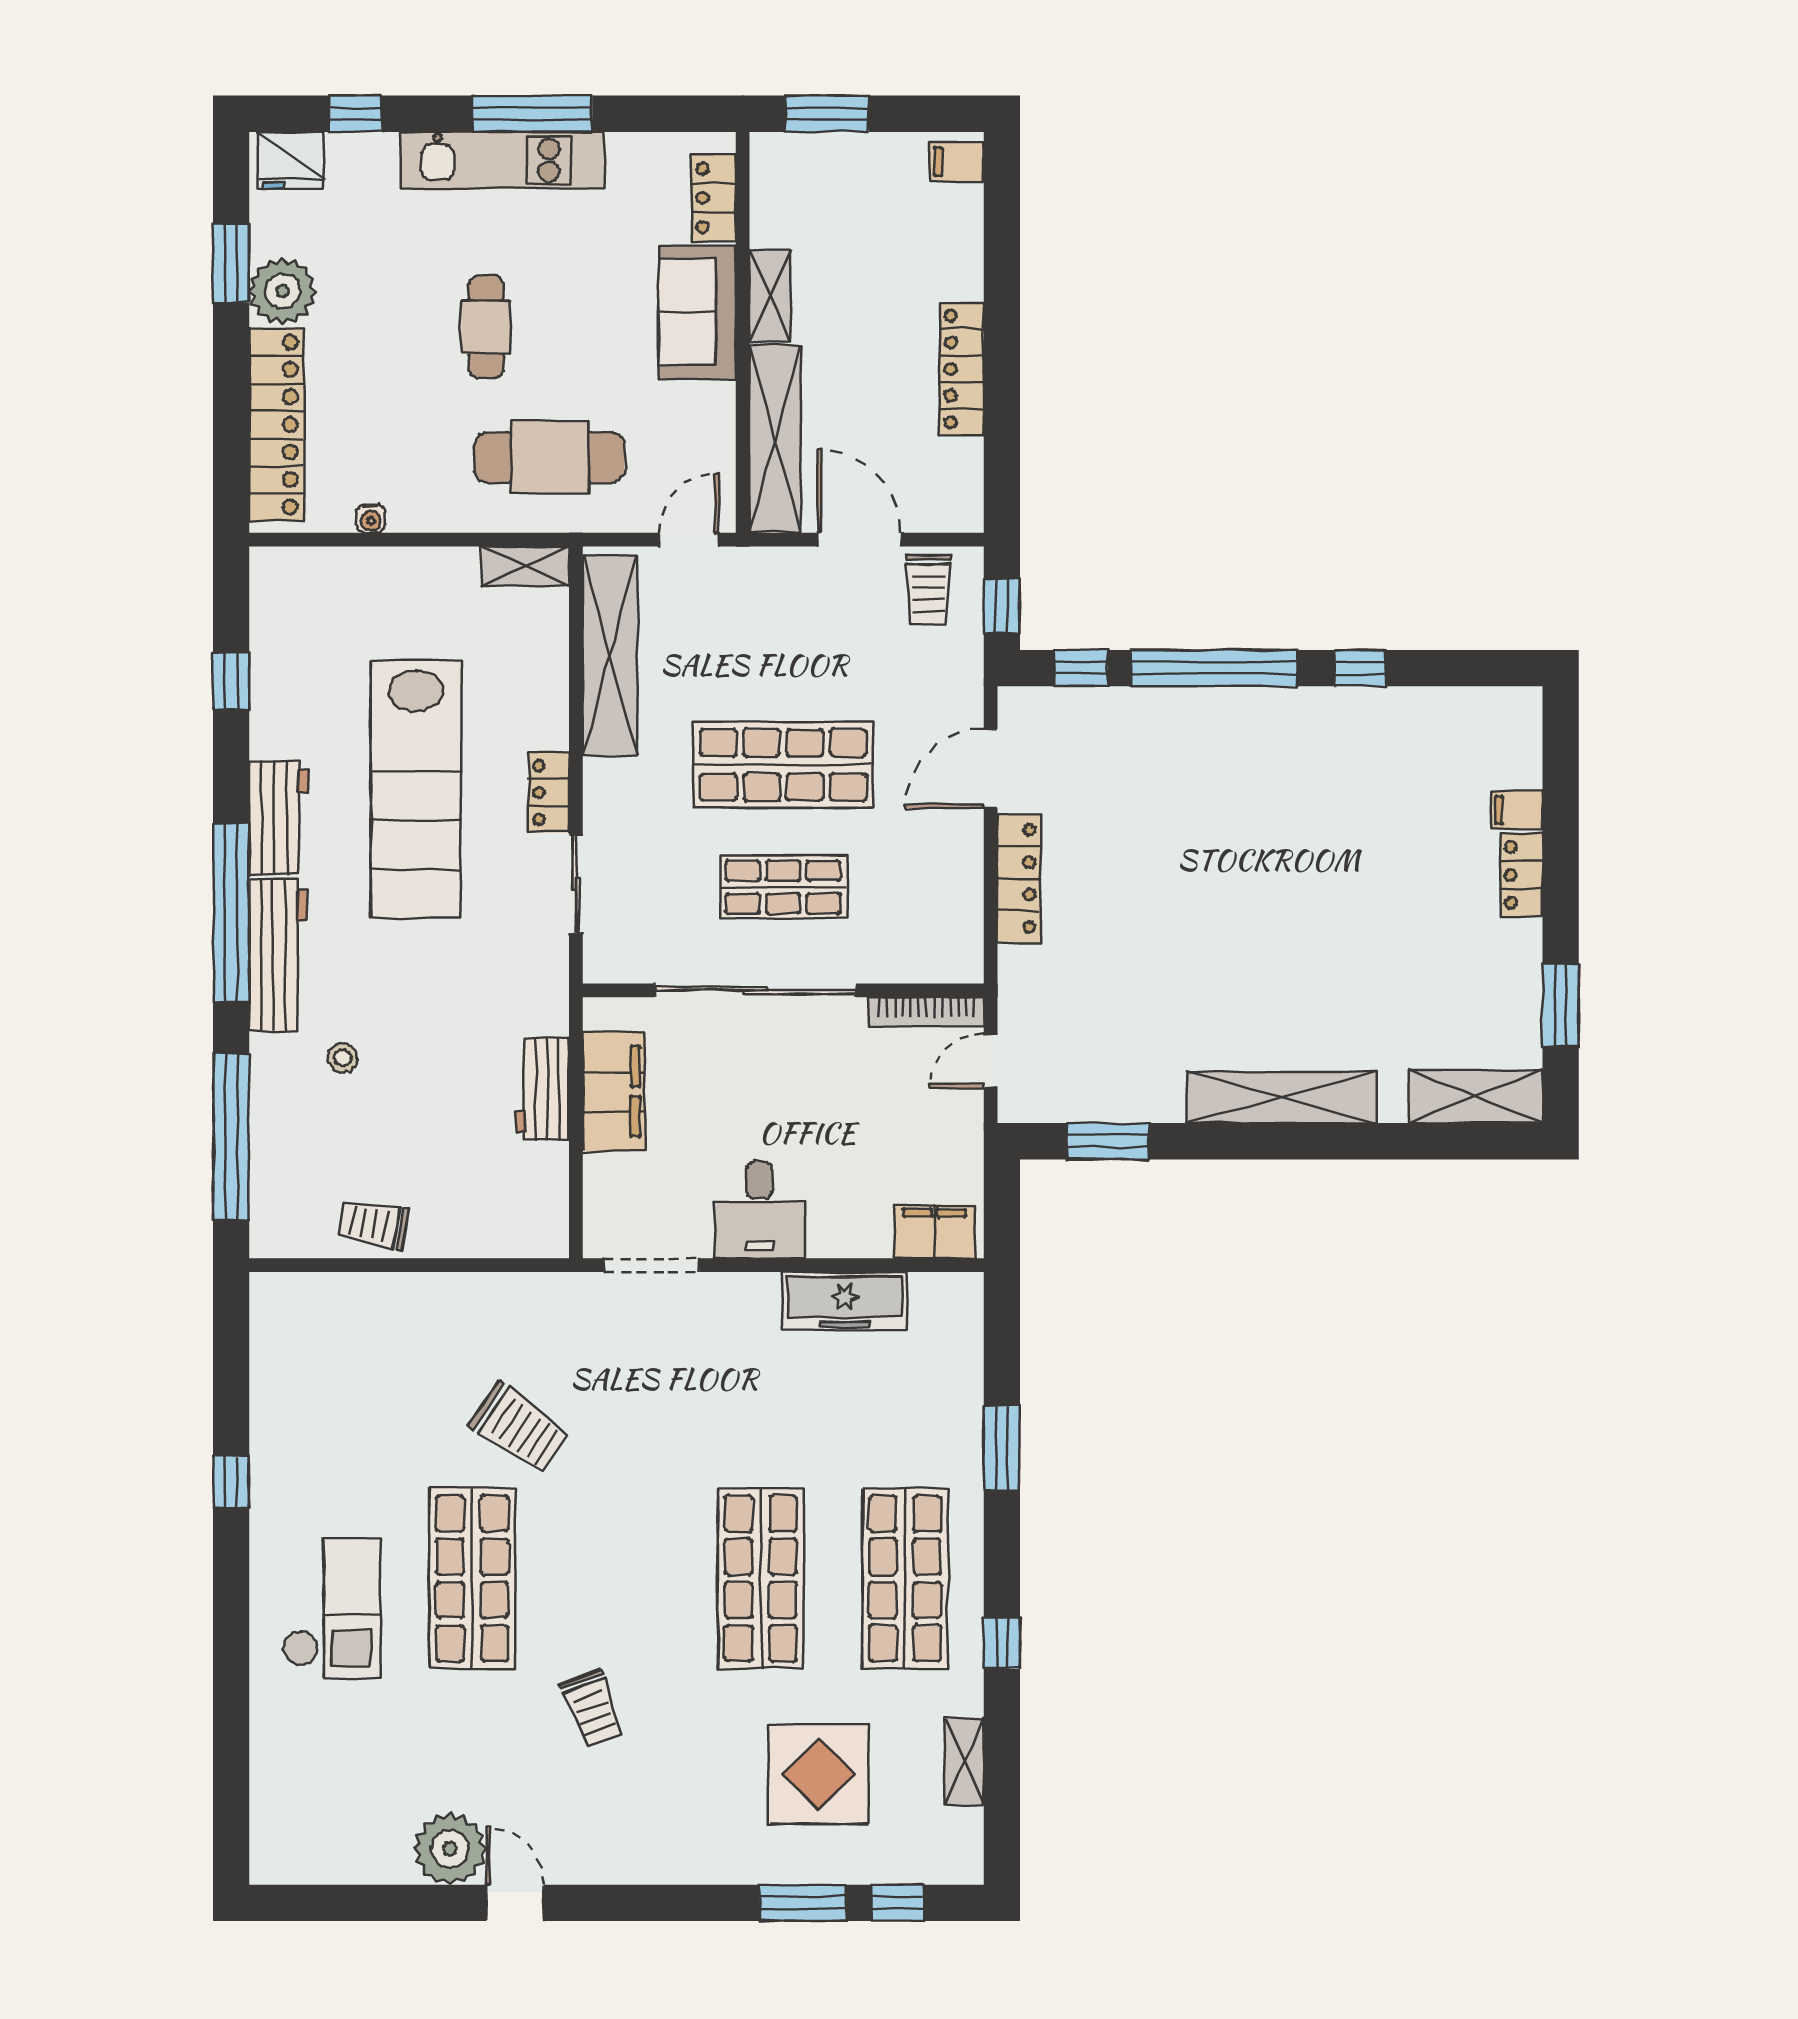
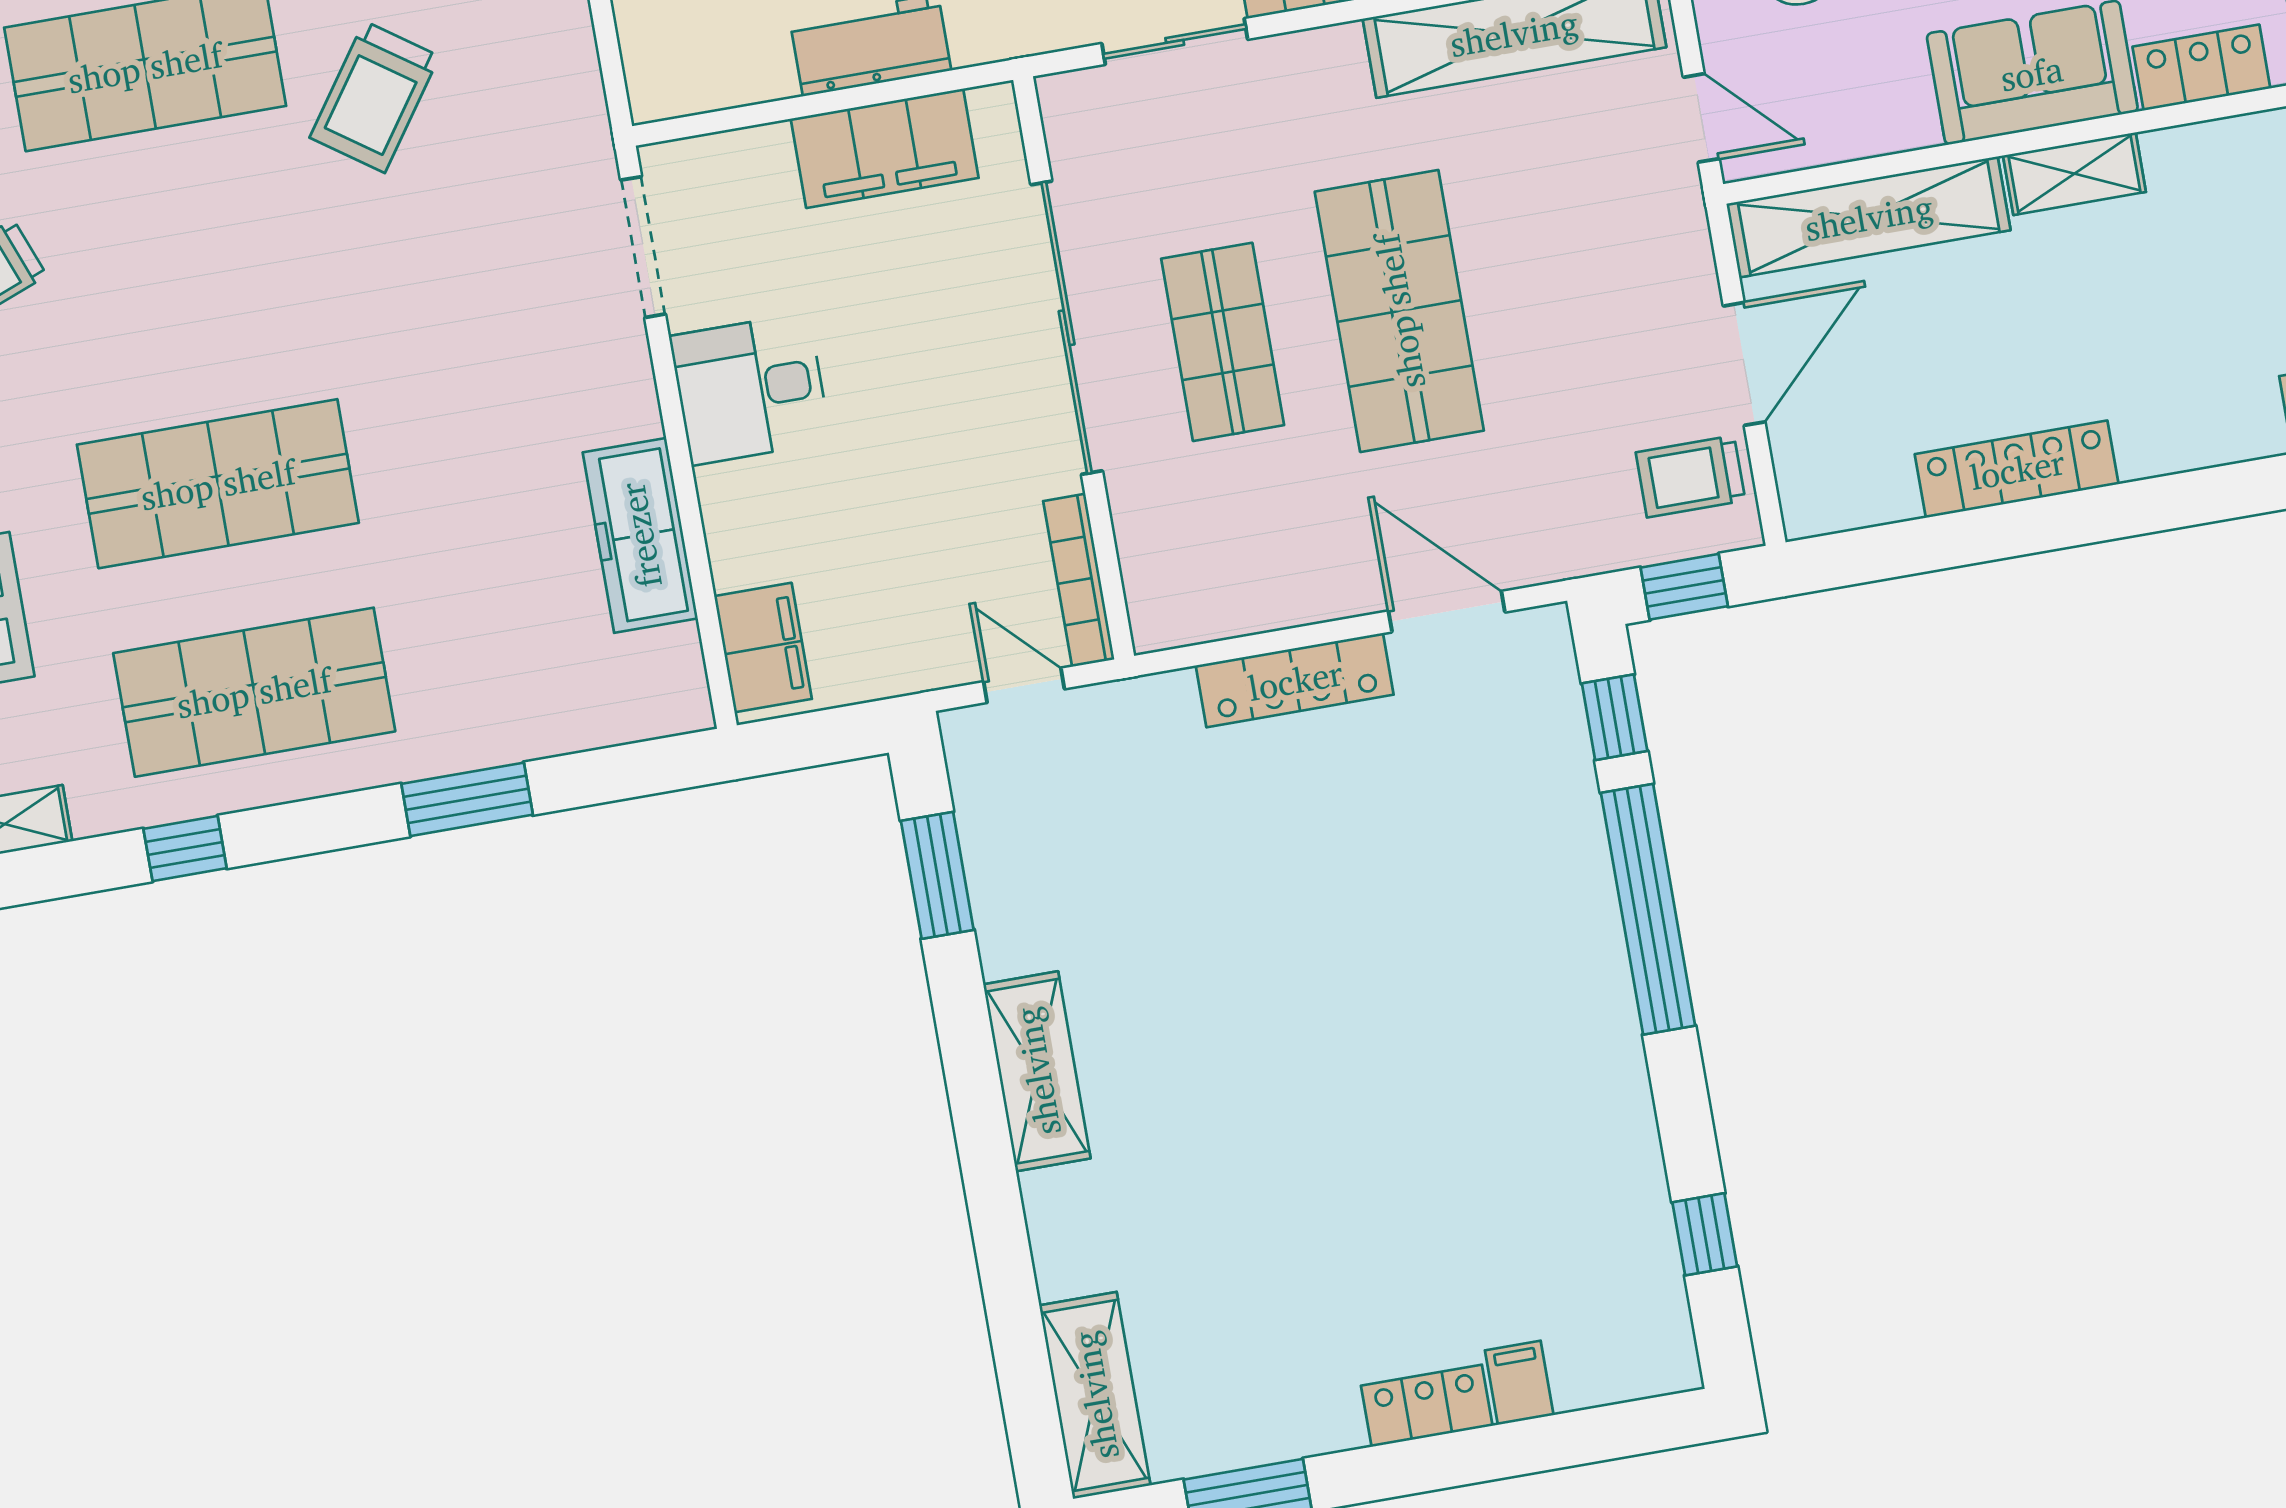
window: (1360, 668) -> (1705, 1234), moved
shelving: (1281, 1097) -> (1037, 1071), width x0.68

